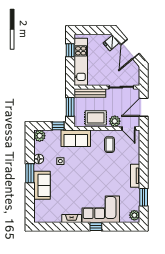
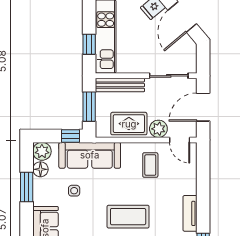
window: (70, 50) -> (89, 44), moved
sofa: (76, 138) -> (90, 155), width x1.36
floor lamp: (39, 159) -> (40, 169), moved
window: (30, 173) -> (27, 187), moved
coffee table: (95, 178) -> (128, 217), added

